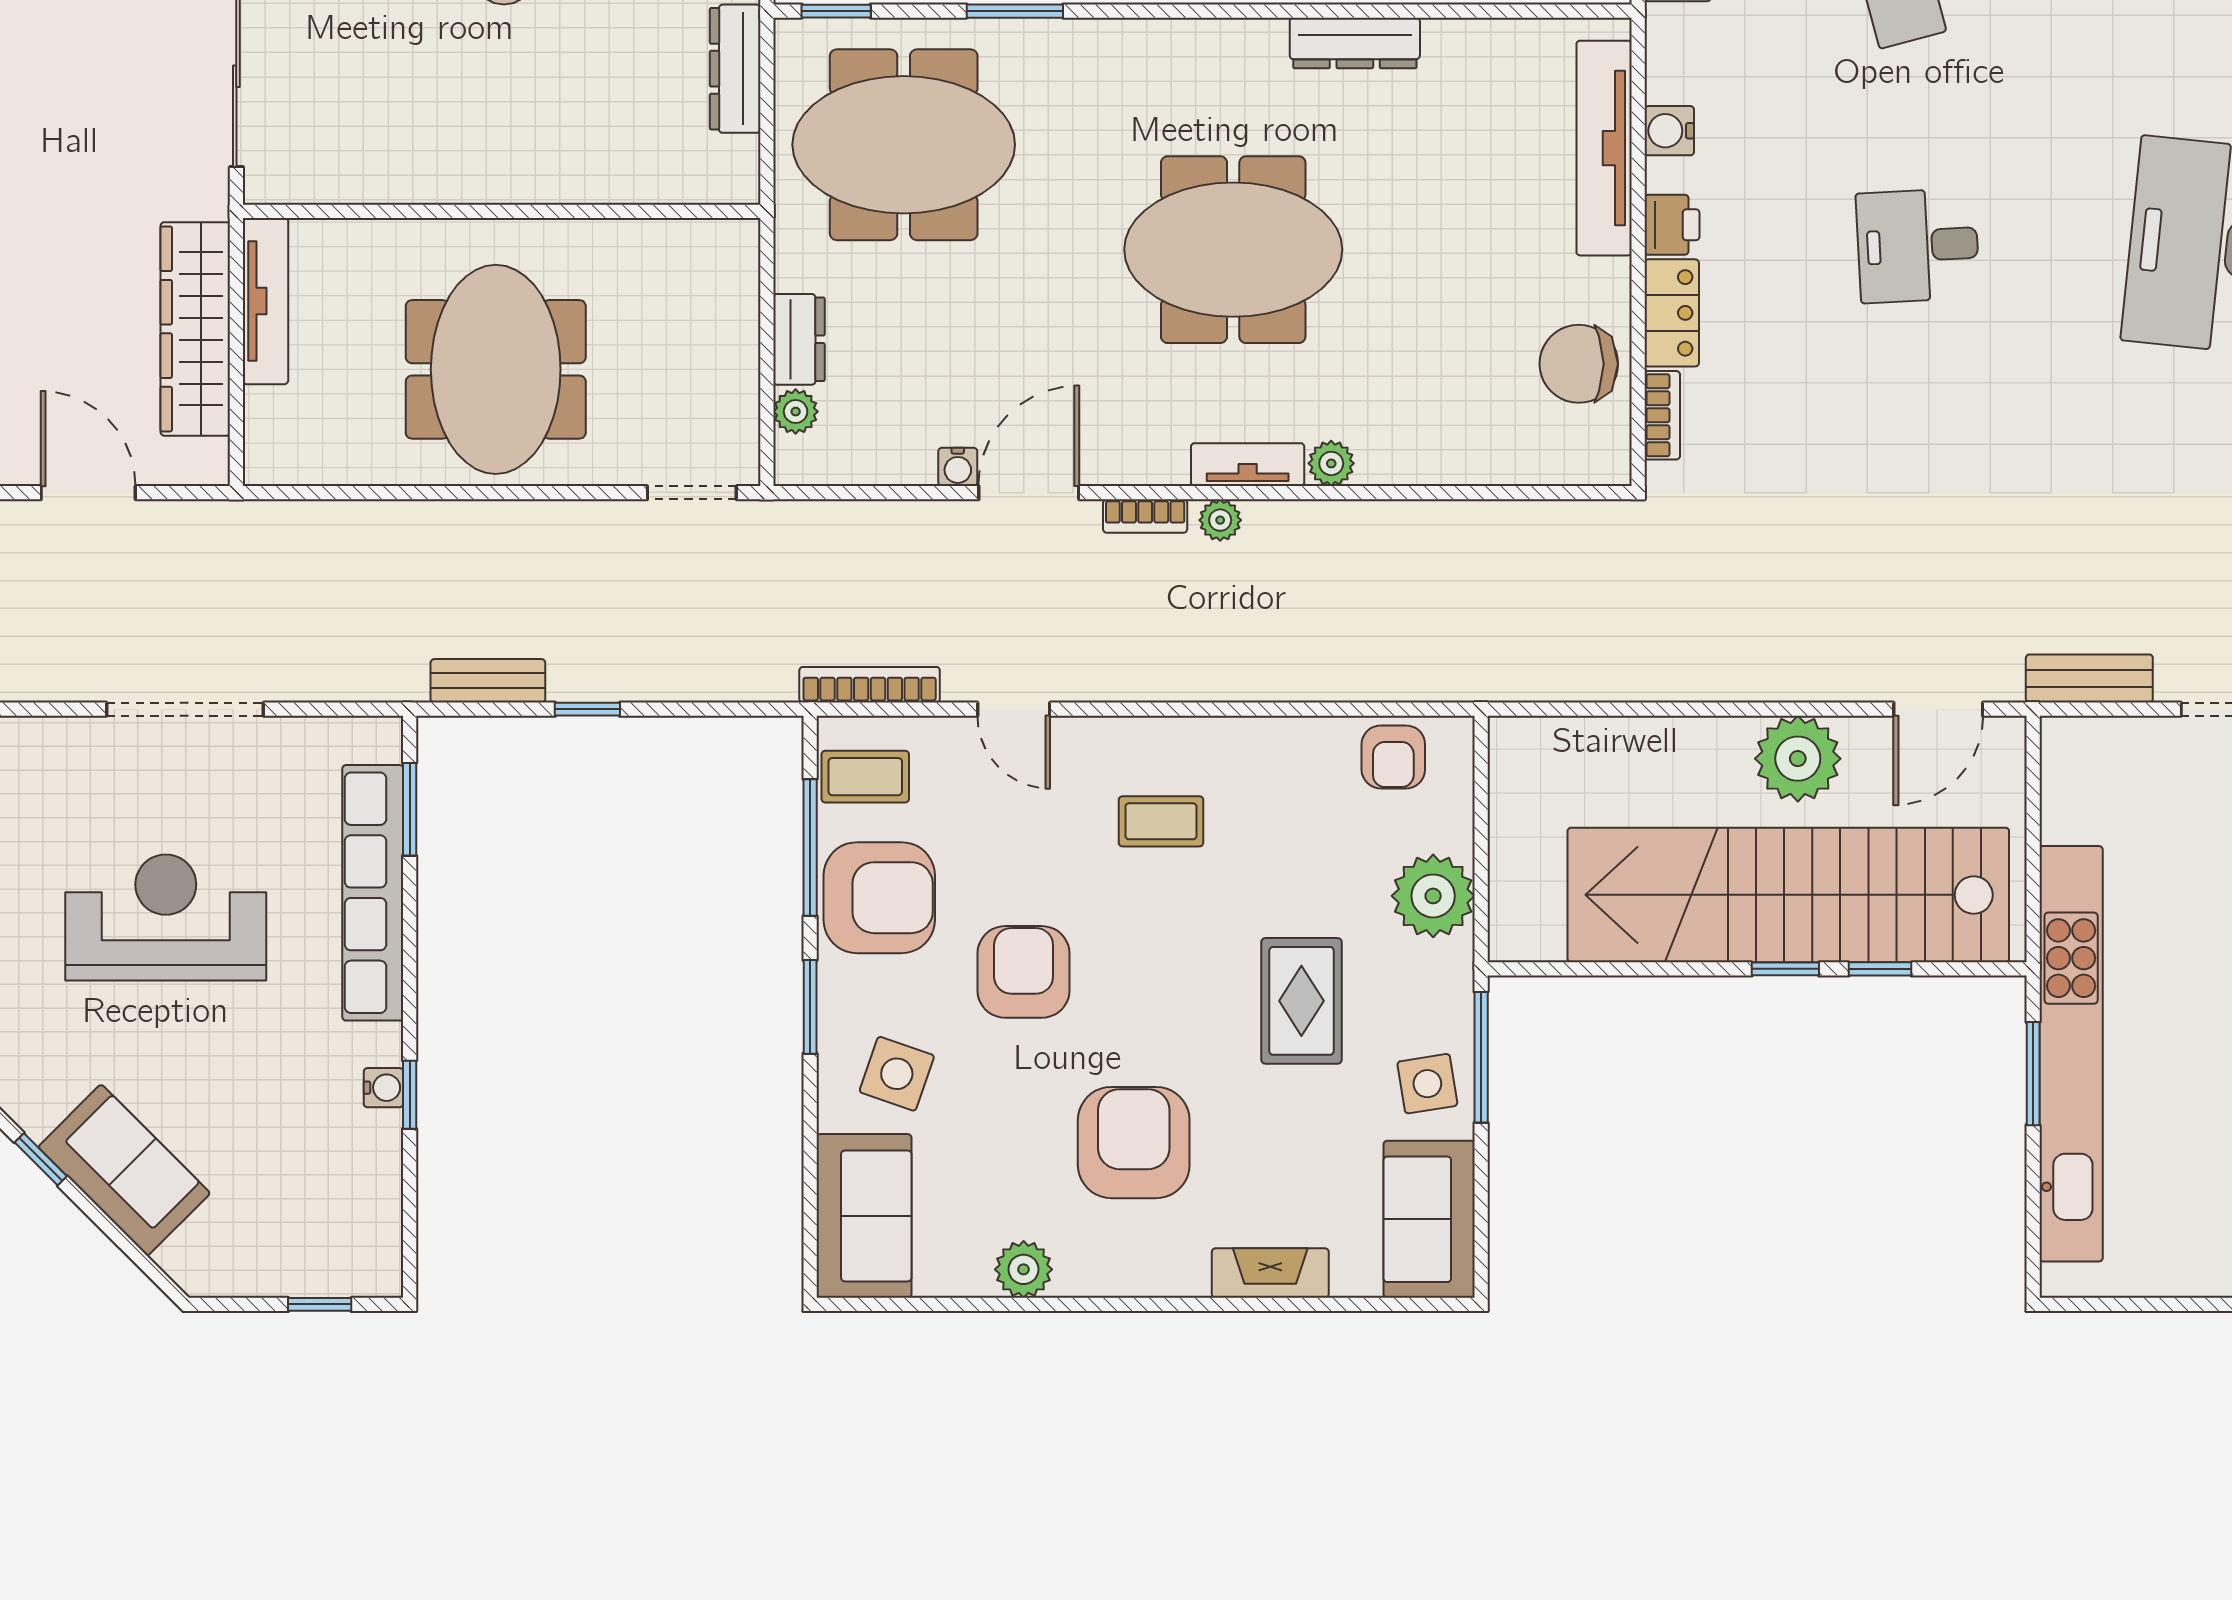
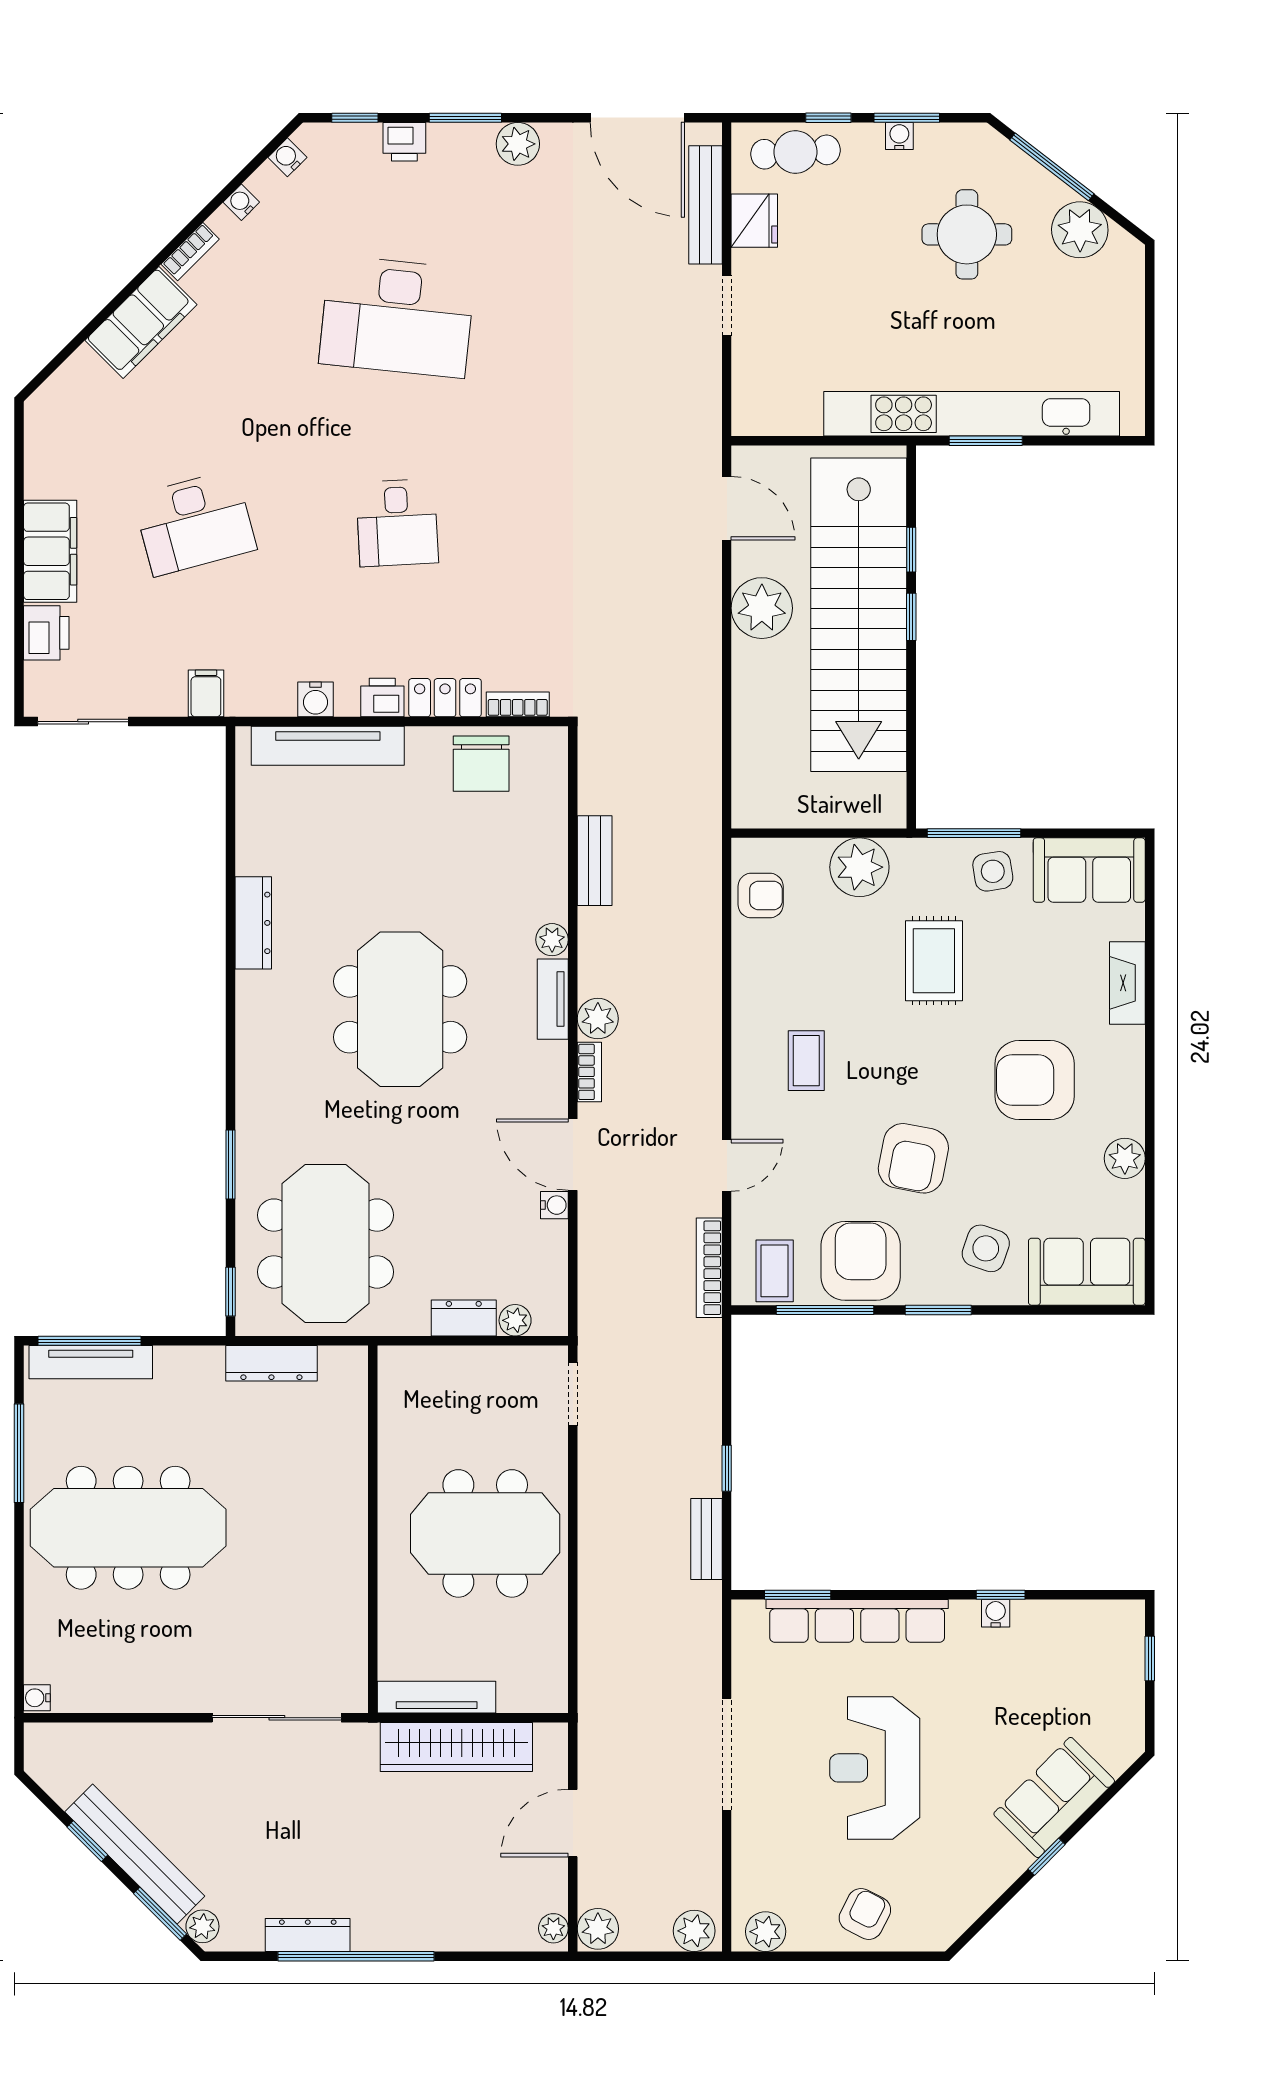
plant: (1220, 520) -> (598, 1019), width x1.38, depth x1.38
bench: (2089, 678) -> (595, 861), moved
armchair: (1024, 972) -> (913, 1158), turned -79
rug: (1301, 1001) -> (934, 961), turned 90

